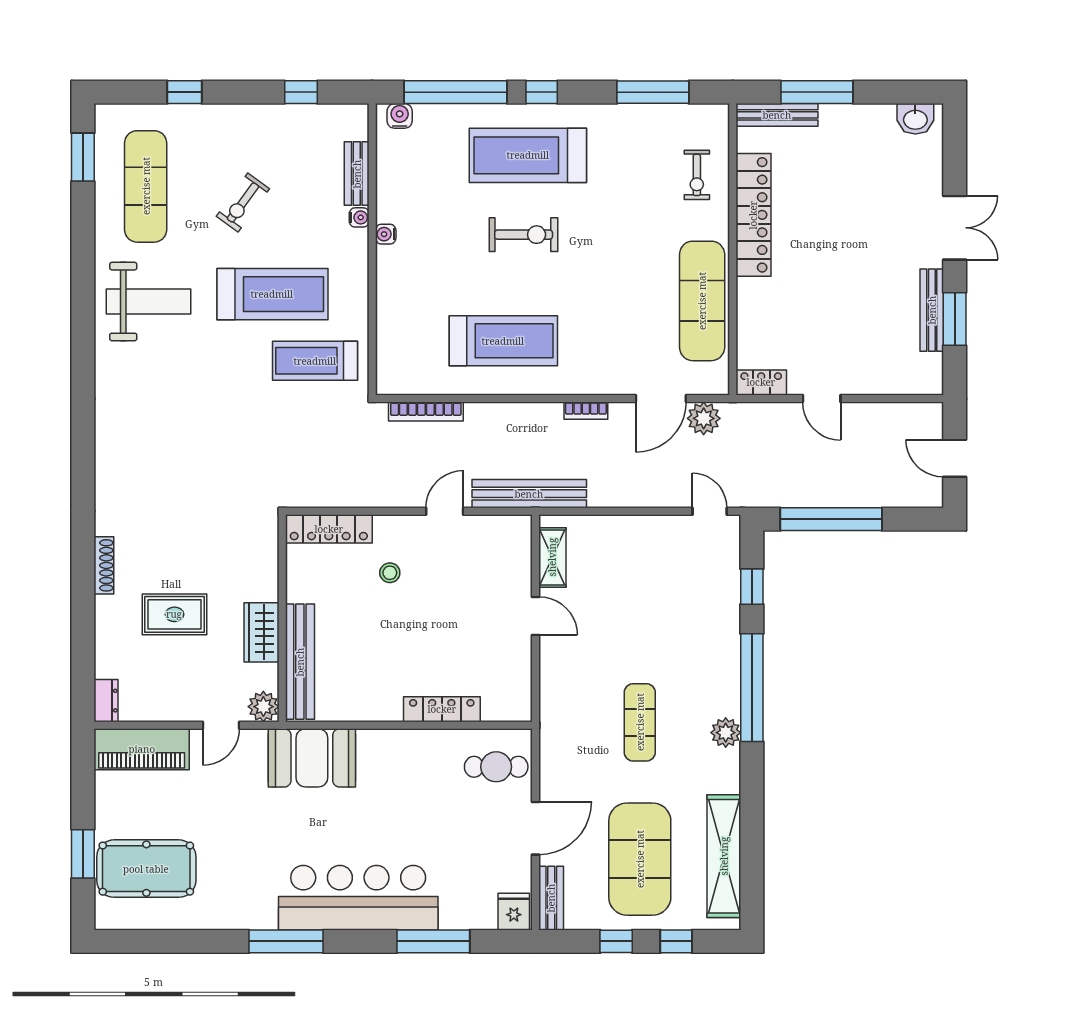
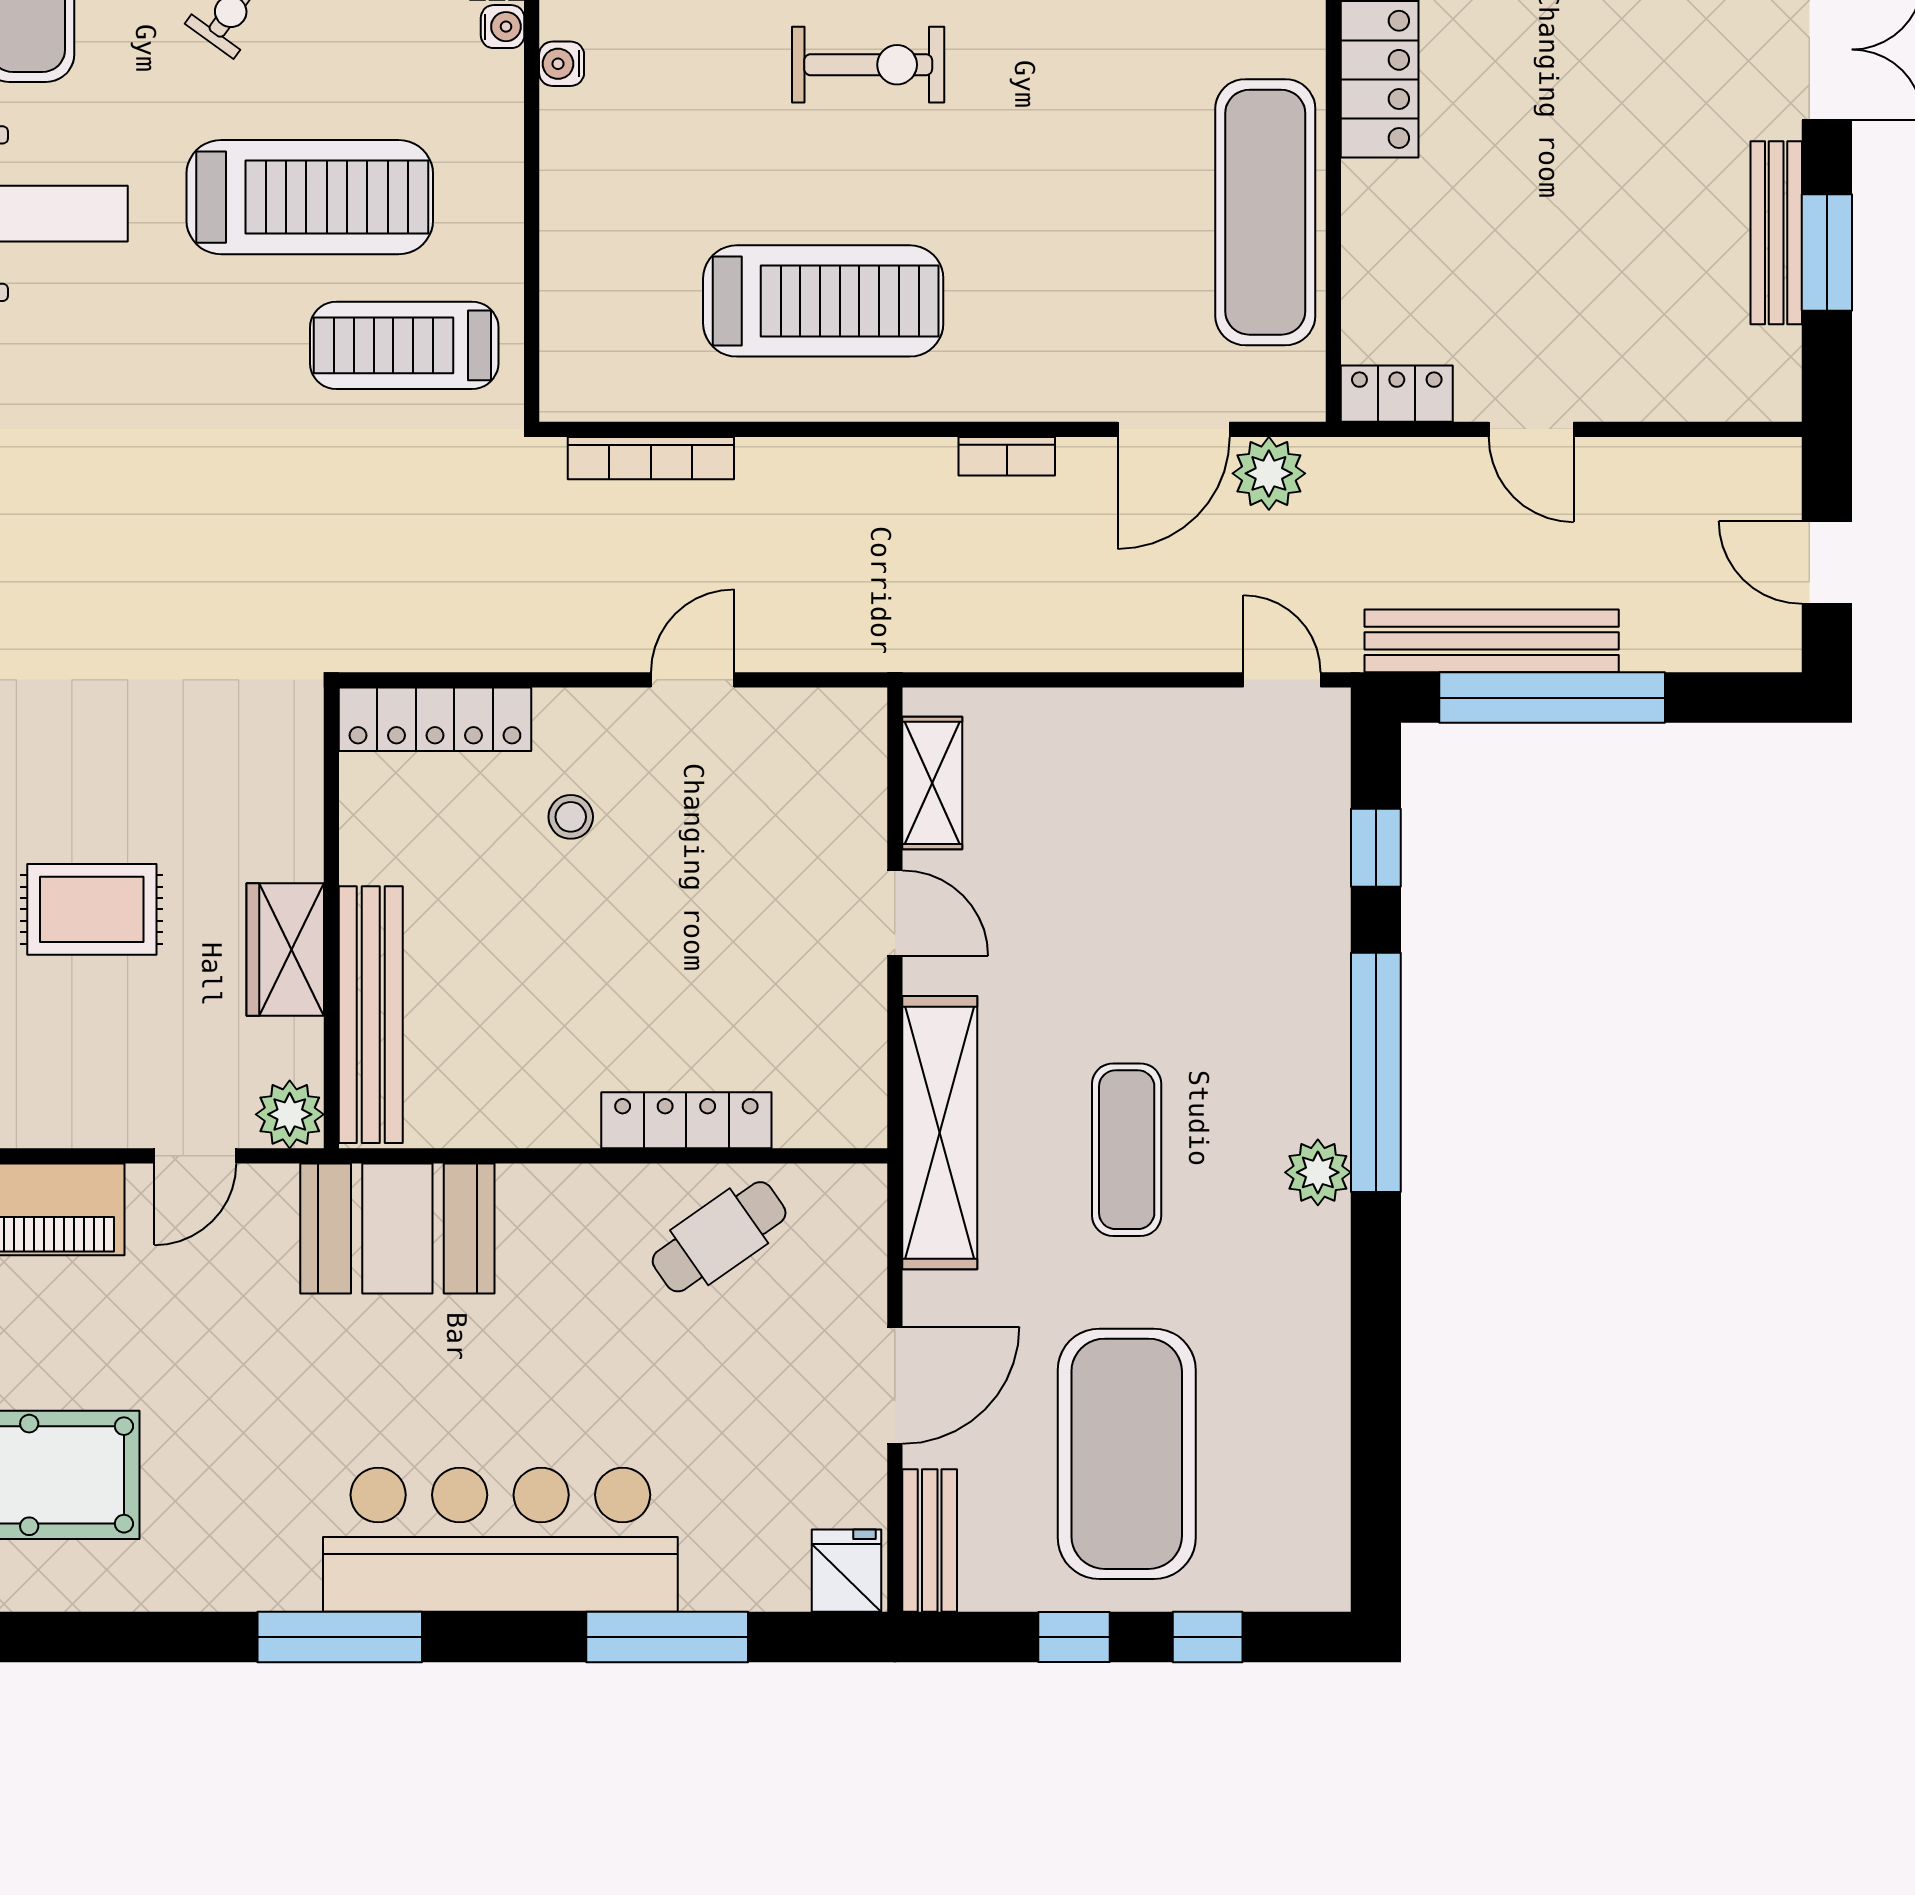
bench: (529, 494) -> (1492, 641), moved
cafe table: (496, 767) -> (719, 1237), moved, turned -35
shelving: (724, 856) -> (940, 1133), moved

